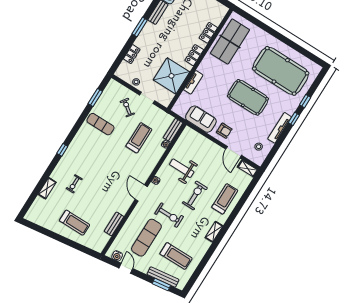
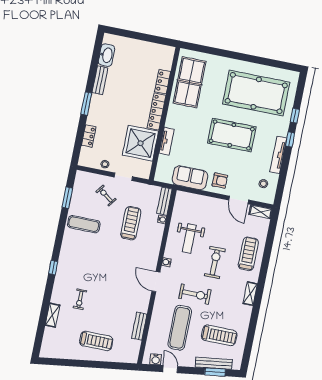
locker: (194, 55) -> (157, 111), width x1.53
weight bench: (182, 168) -> (189, 238), turned -90

